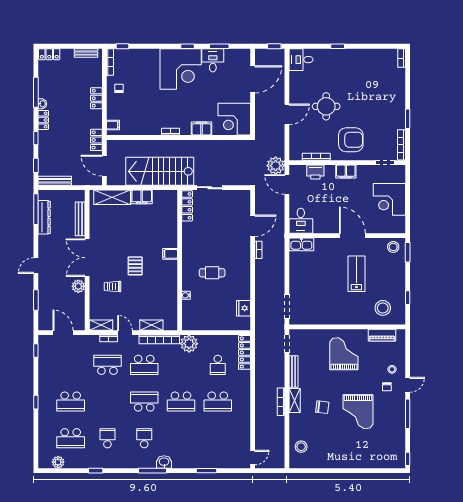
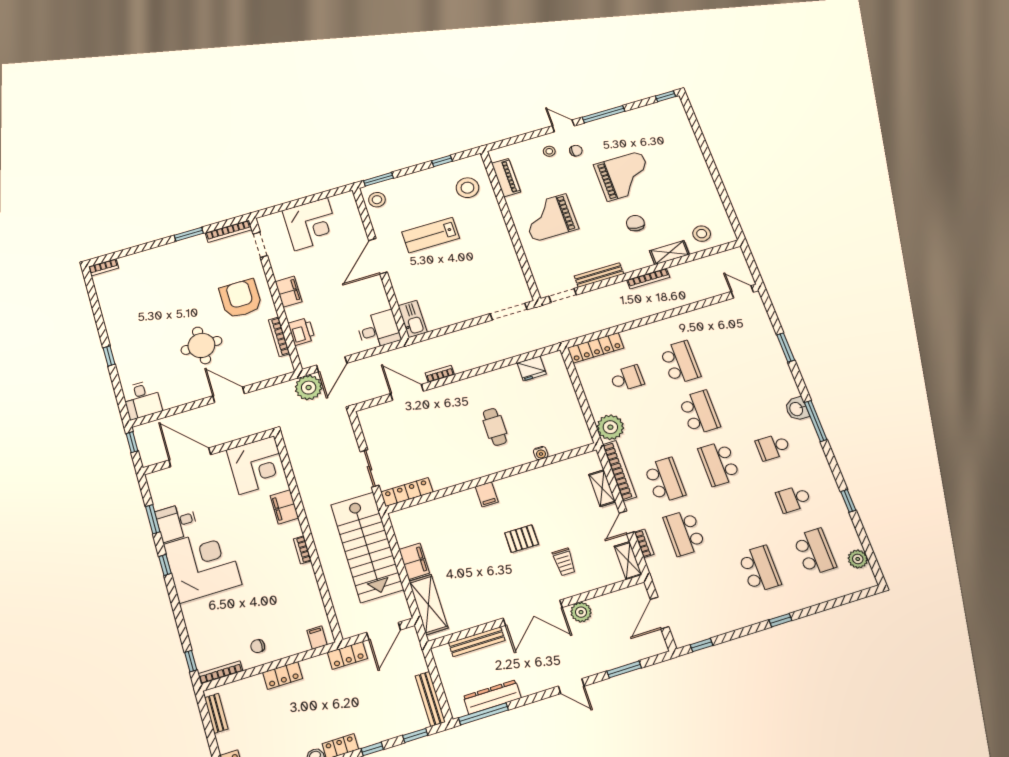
shelving: (295, 401) -> (669, 253), moved

